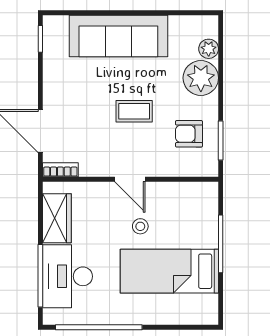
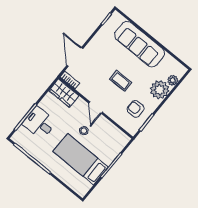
wardrobe: (57, 218) -> (64, 93), moved, turned 90
desk: (67, 276) -> (39, 123), width x0.73

